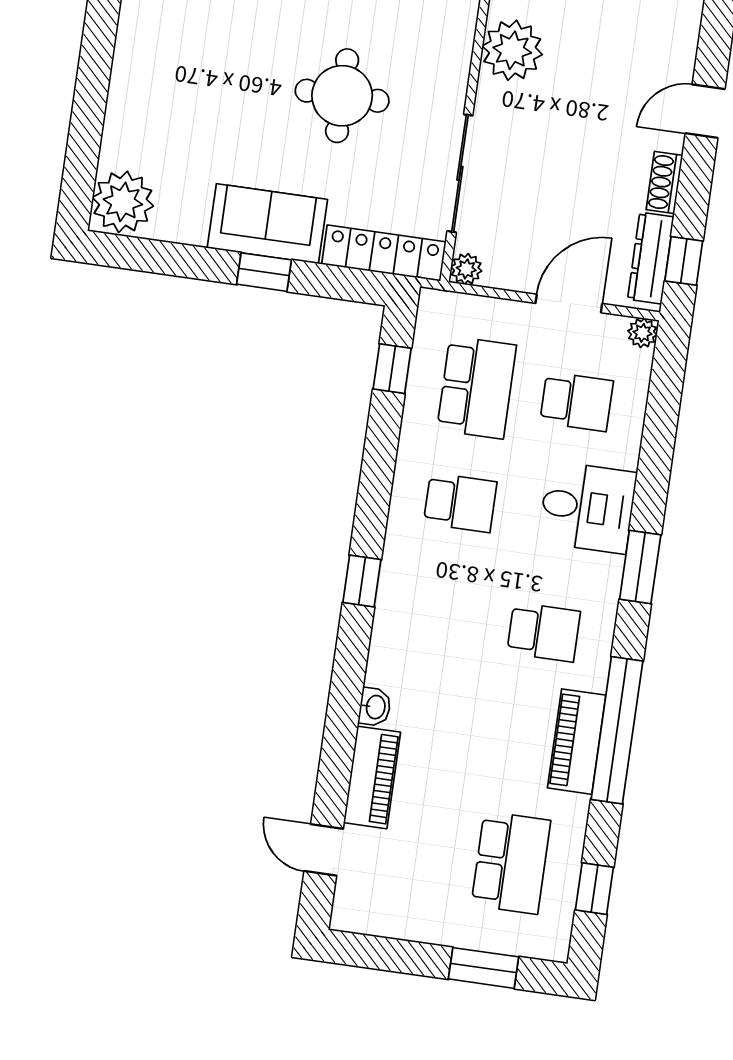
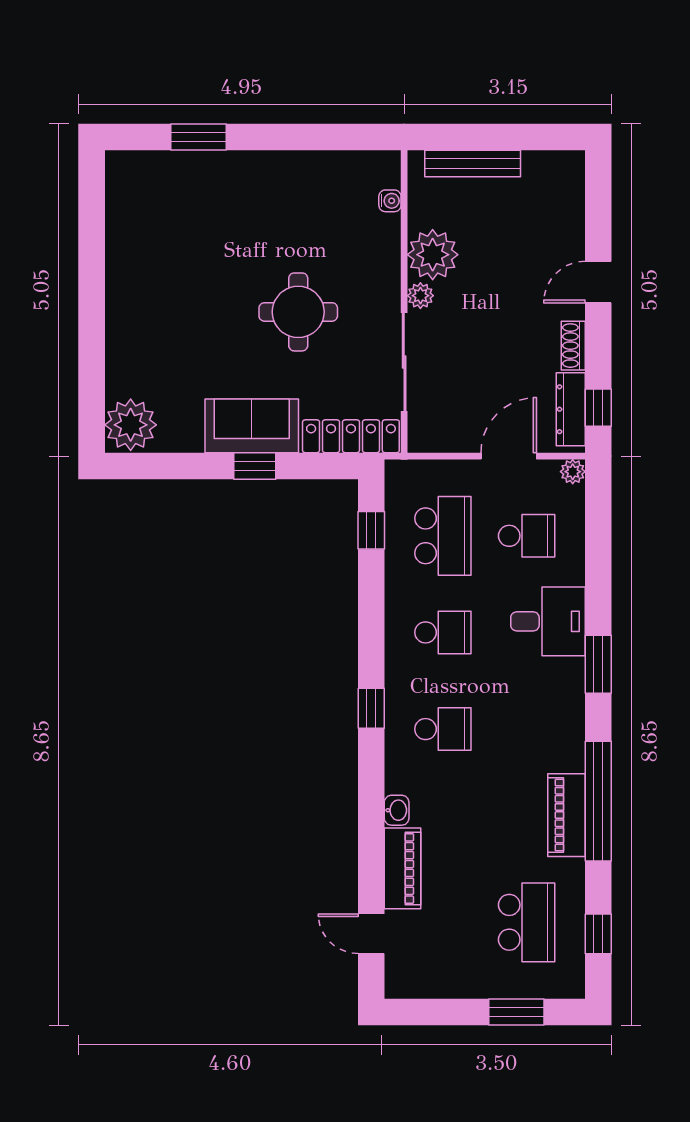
plant: (466, 269) -> (420, 296), moved
school desk: (544, 632) -> (443, 729), moved

